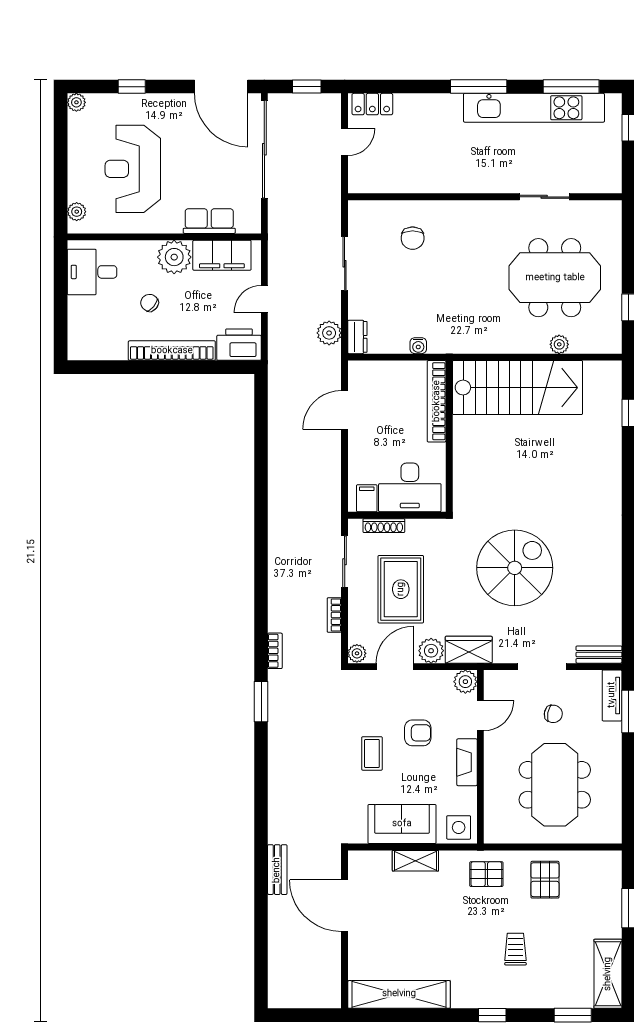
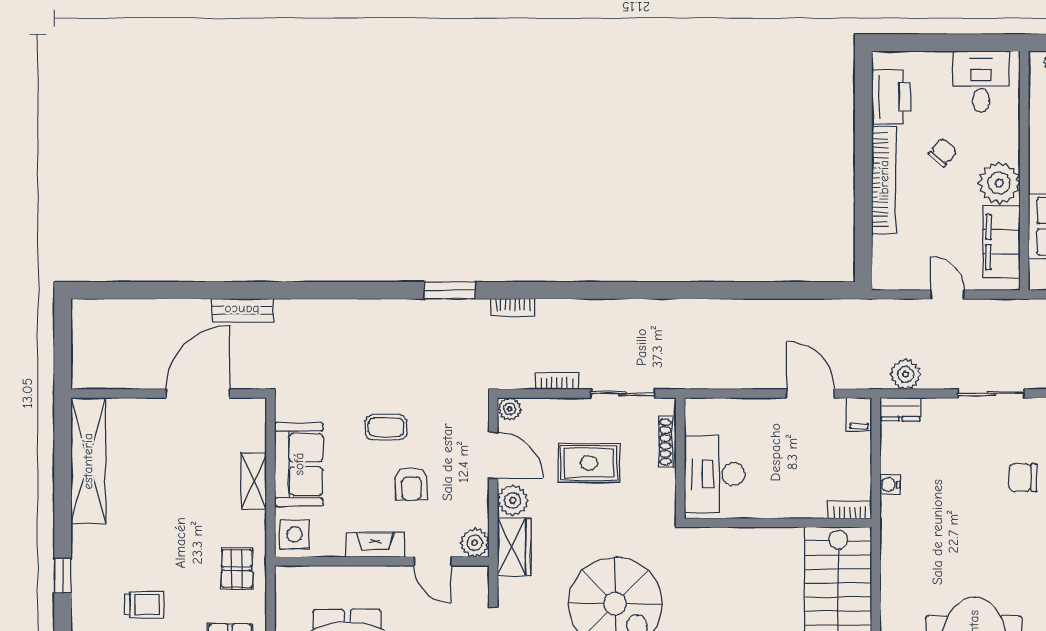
printer: (239, 345) -> (891, 97), moved
bookcase: (437, 401) -> (850, 510), width x0.43, depth x0.76
filing cabinet: (367, 498) -> (859, 414), moved, turned 90
rug: (401, 589) -> (589, 463), width x0.73, depth x0.70

